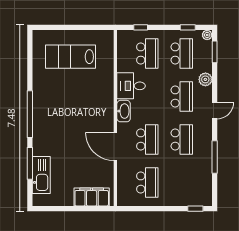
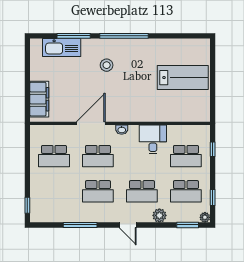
lab bench: (71, 57) -> (183, 78), turned 90
washbasin: (124, 111) -> (122, 130), width x0.52, depth x0.69
stool: (58, 131) -> (107, 65), added

